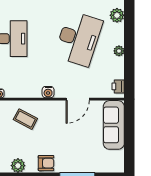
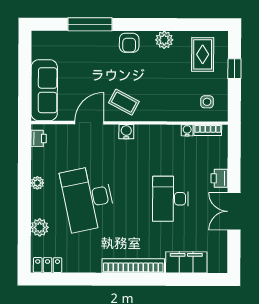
desk: (79, 39) -> (88, 198), turned -30
coffee table: (25, 119) -> (124, 102), moved
armchair: (46, 163) -> (129, 43), turned -90

